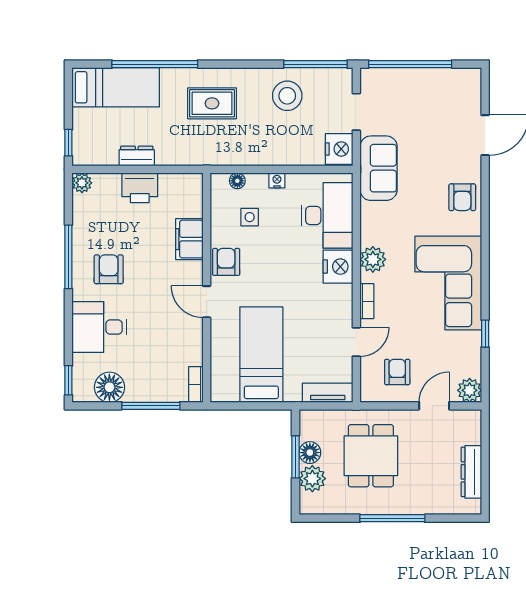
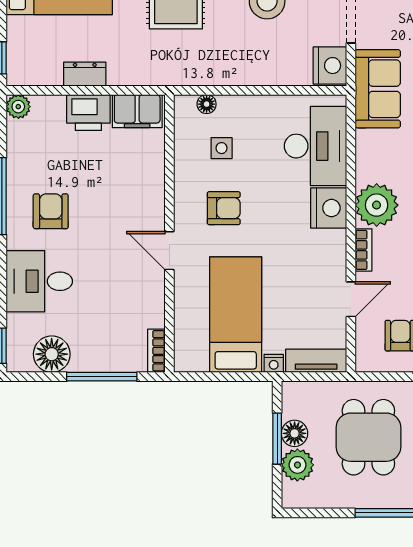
nightstand: (277, 180) -> (274, 363), moved, turned 180
filing cabinet: (189, 239) -> (137, 111), moved, turned -90
plant: (373, 259) -> (377, 205), width x1.36, depth x1.36
armchair: (226, 262) -> (224, 208), moved, turned 90

